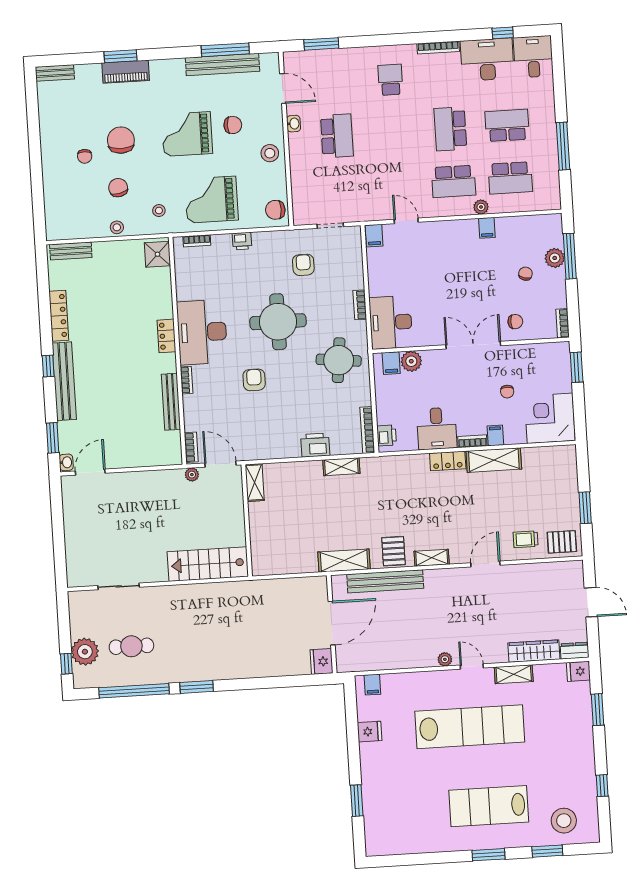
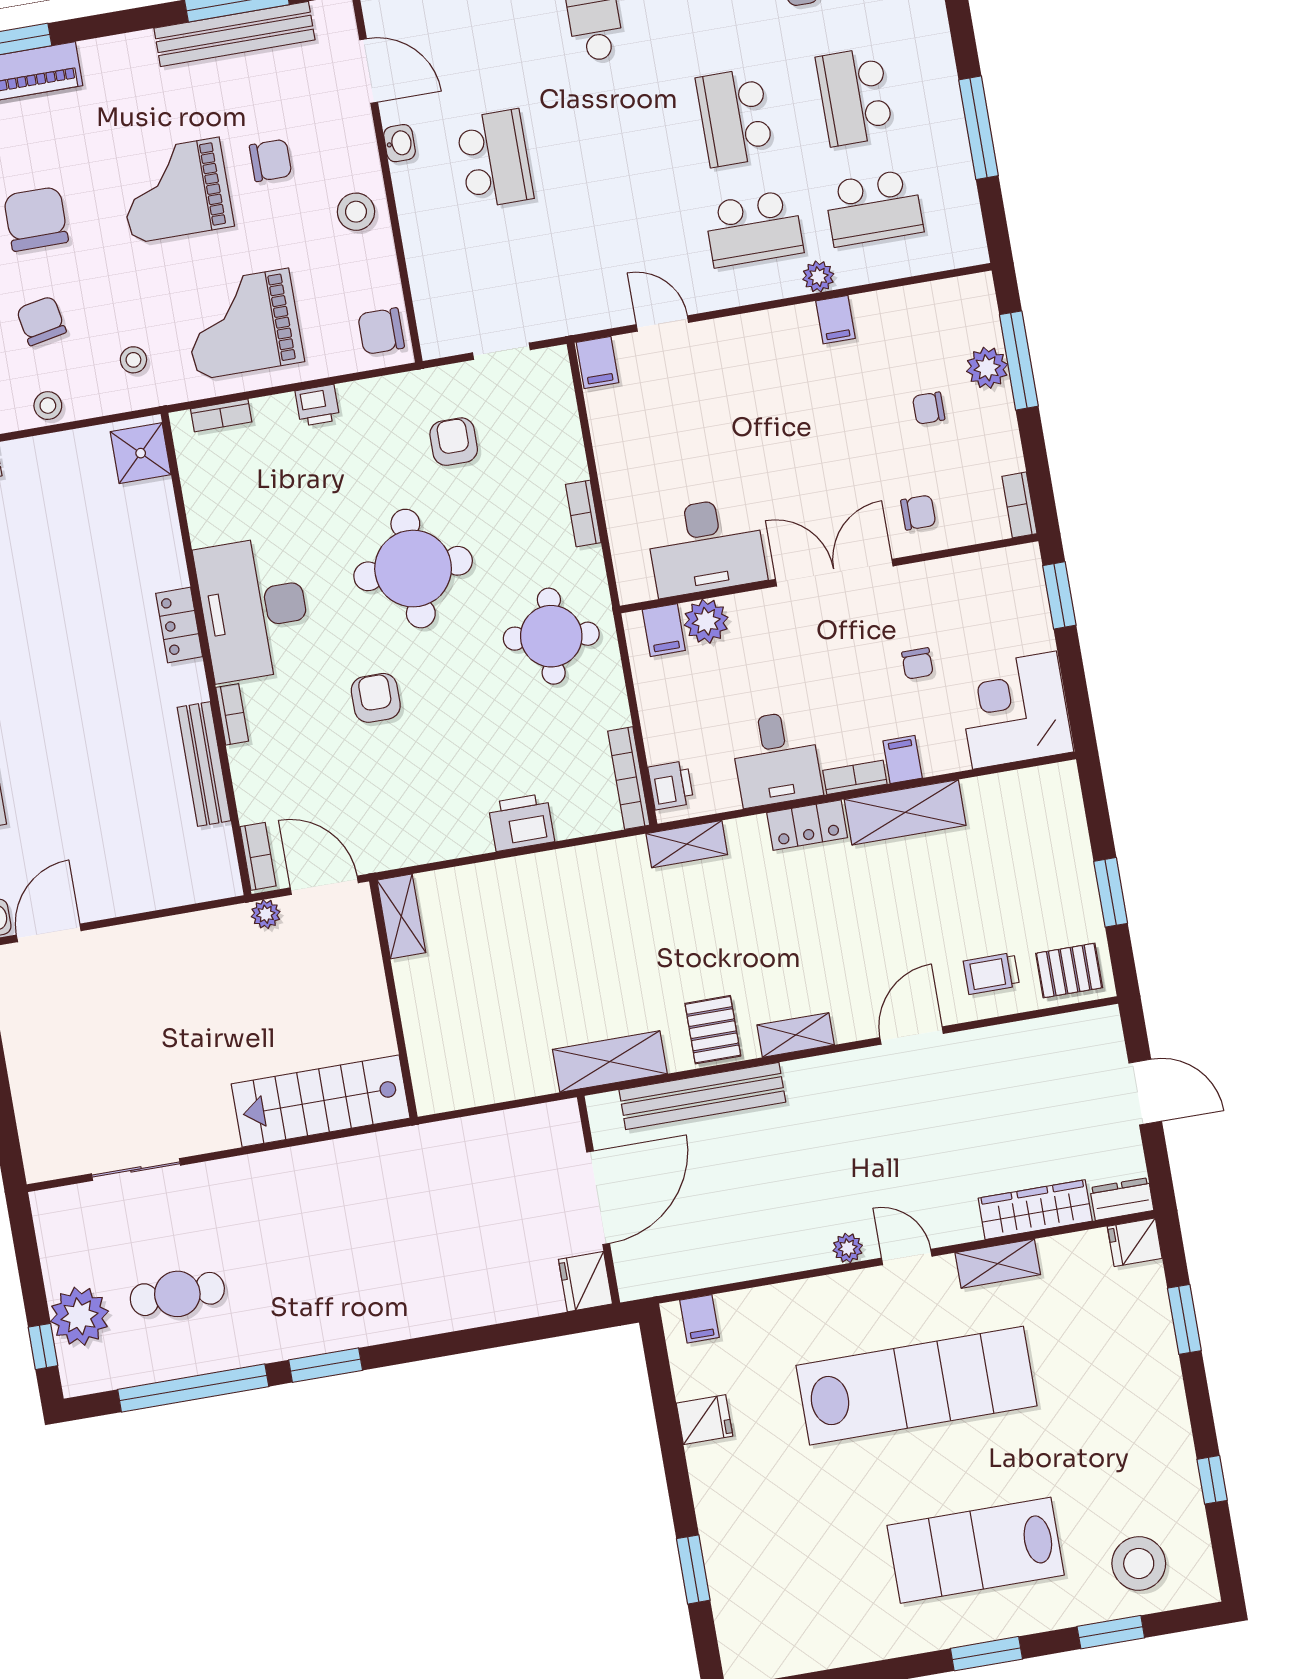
school desk: (507, 125) -> (855, 97), turned -90
chair: (525, 274) -> (929, 408), turned -105
desk: (391, 322) -> (706, 546), moved, turned -90
shelving: (341, 467) -> (687, 844), moved

